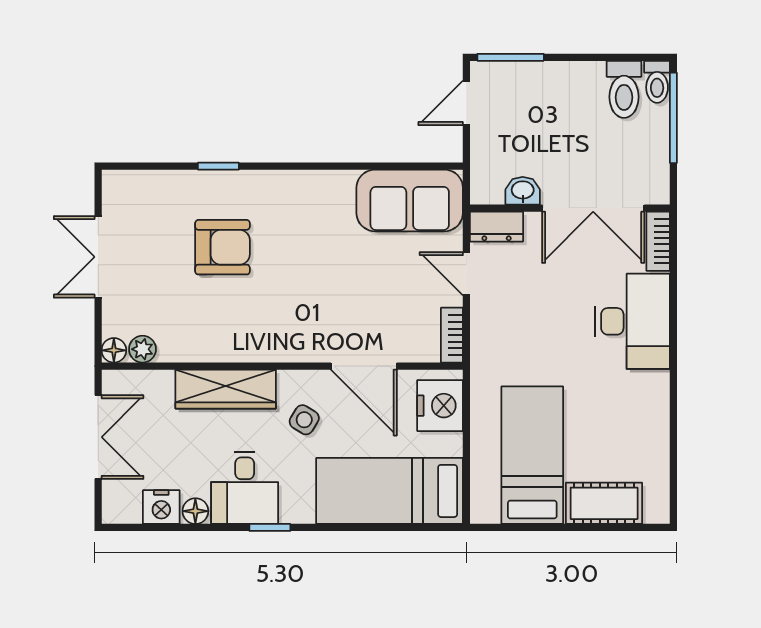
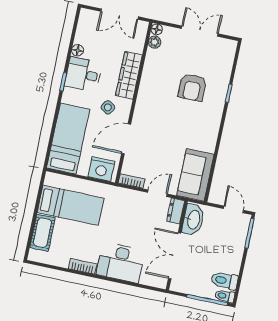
washbasin: (523, 191) -> (193, 220), width x1.91, depth x1.45
bookcase: (658, 241) -> (83, 266), moved
nightstand: (161, 507) -> (83, 36), removed

